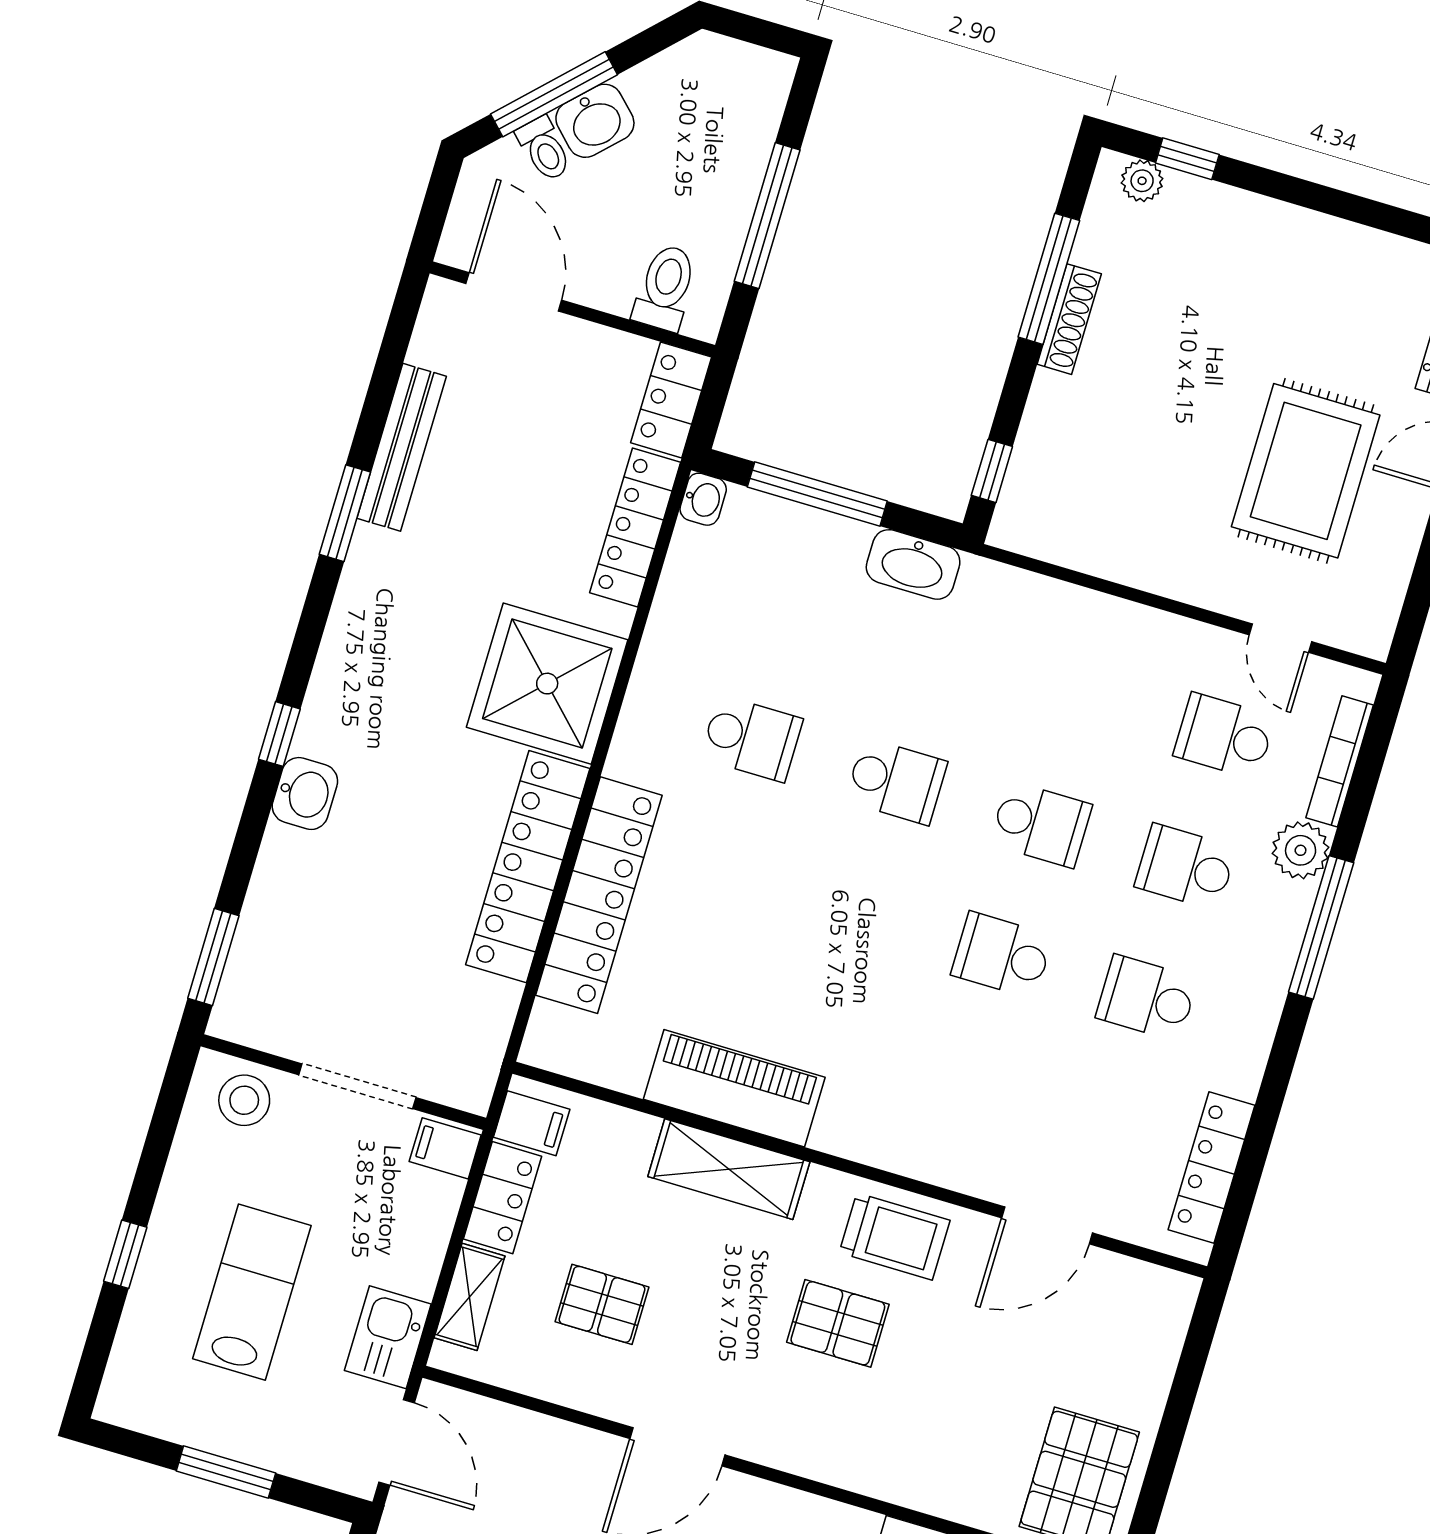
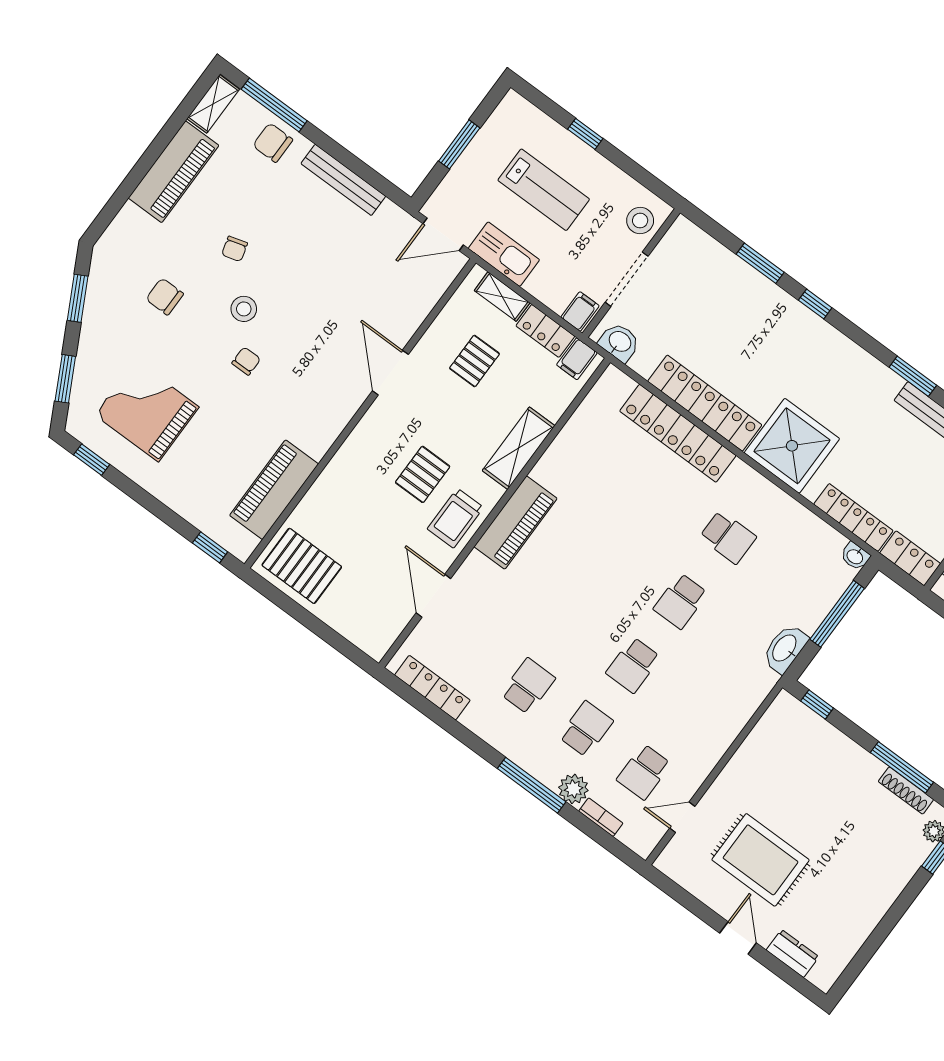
shoe rack: (1069, 319) -> (906, 790), moved
school desk: (1224, 736) -> (644, 772), turned 180
school desk: (752, 738) -> (728, 537), turned -90
bookcase: (1340, 761) -> (601, 817), width x0.64
washbasin: (305, 794) -> (619, 342), moved, turned 180
school desk: (1002, 955) -> (575, 622), removed
window: (213, 957) -> (760, 263), moved
piano: (734, 1088) -> (516, 523), moved
kitchen sink: (388, 1337) -> (504, 254), width x1.38

